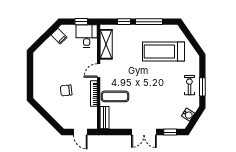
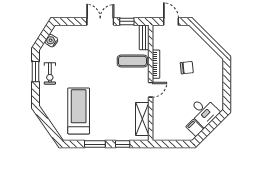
window: (81, 22) -> (170, 144), removed
window: (149, 22) -> (95, 144), width x0.69
desk: (87, 36) -> (204, 111), moved, turned -45
treadmill: (163, 51) -> (79, 111), turned -90
window: (170, 132) -> (127, 21), moved

